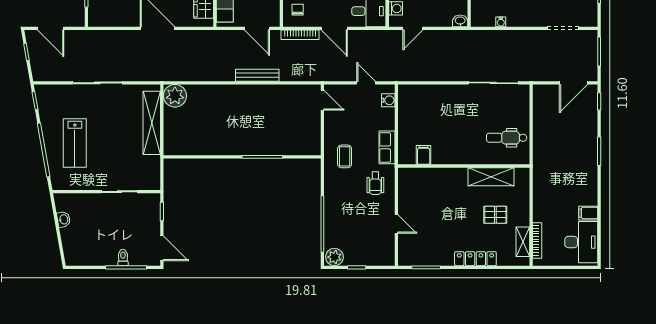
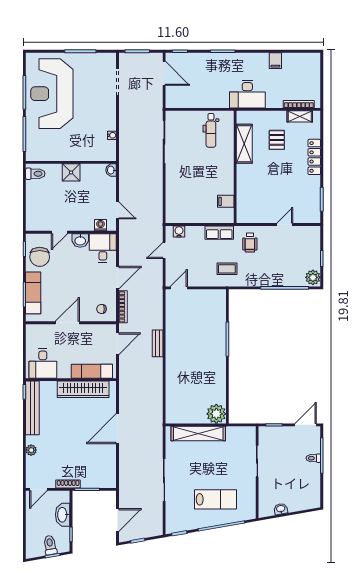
bench: (257, 75) -> (158, 343), width x0.73
plant: (175, 96) -> (216, 414), moved
wheelchair: (375, 183) -> (250, 242), turned 90
desk: (581, 242) -> (247, 94), moved, turned 180

